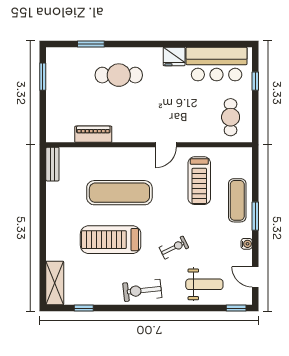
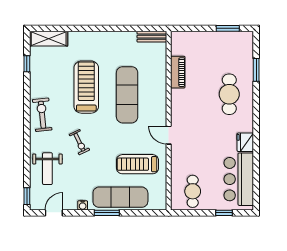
cafe table: (231, 117) -> (193, 191), turned 90
exercise mat: (237, 200) -> (120, 197), width x1.36, depth x1.45

